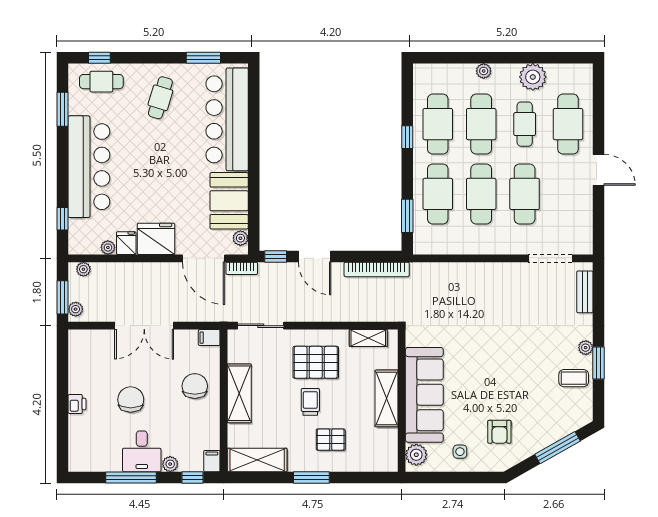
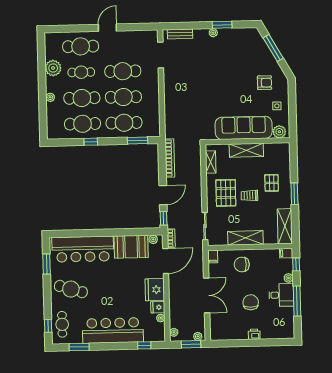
cafe table: (160, 98) -> (71, 289), width x1.37, depth x1.35
coffee table: (574, 378) -> (232, 39), removed
chair: (131, 400) -> (251, 302), turned 90

